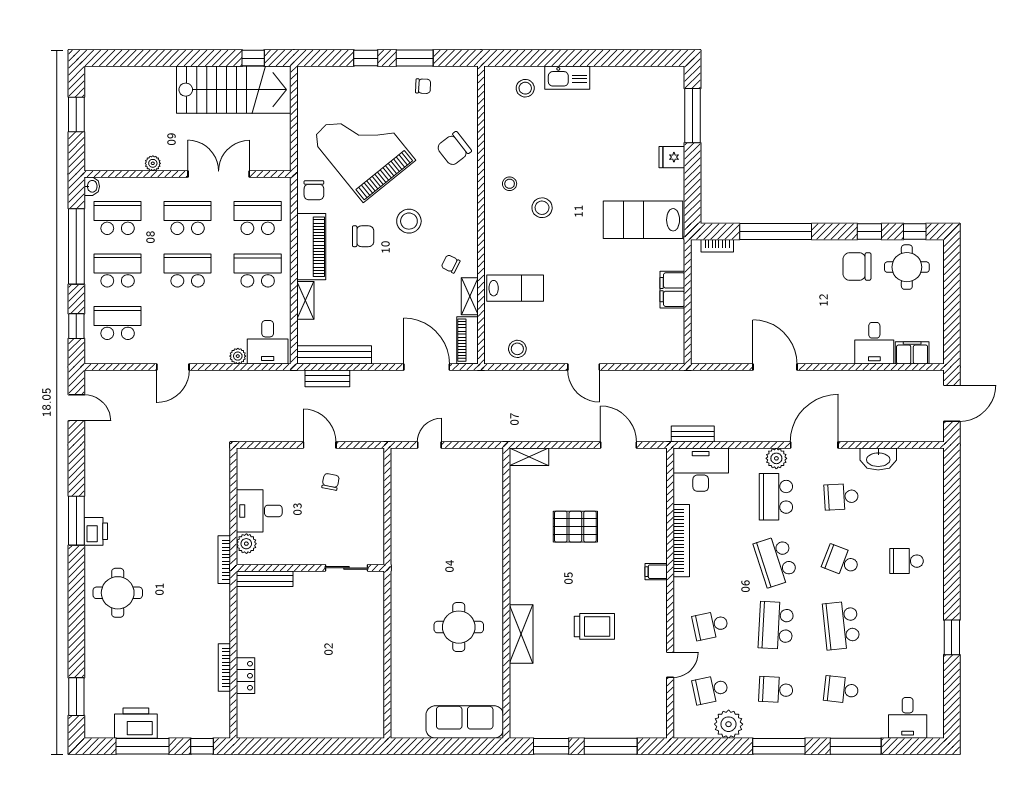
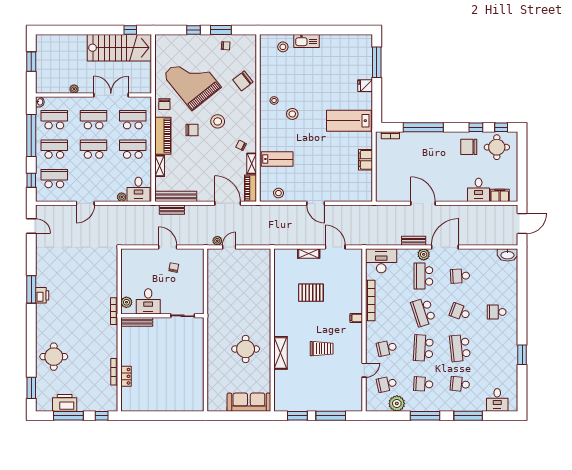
plant: (408, 434) -> (217, 241), added
bench: (693, 434) -> (414, 241), moved
shelving: (529, 457) -> (309, 254), moved
washbasin: (878, 459) -> (507, 255), moved
desk: (259, 511) -> (148, 301), moved, turned -90
round table: (118, 593) -> (54, 357), moved

